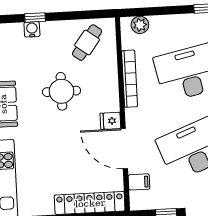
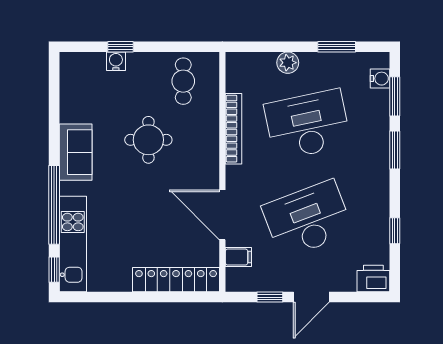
plant: (140, 25) -> (288, 63), moved
cafe table: (87, 43) -> (183, 81), turned -37
fridge: (110, 121) -> (207, 180), removed

